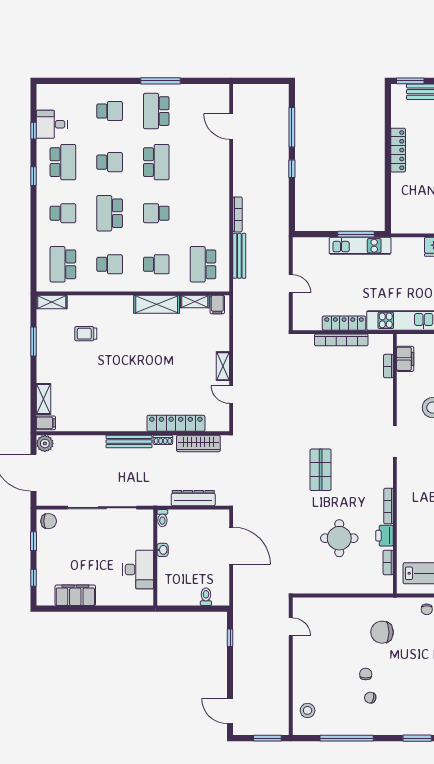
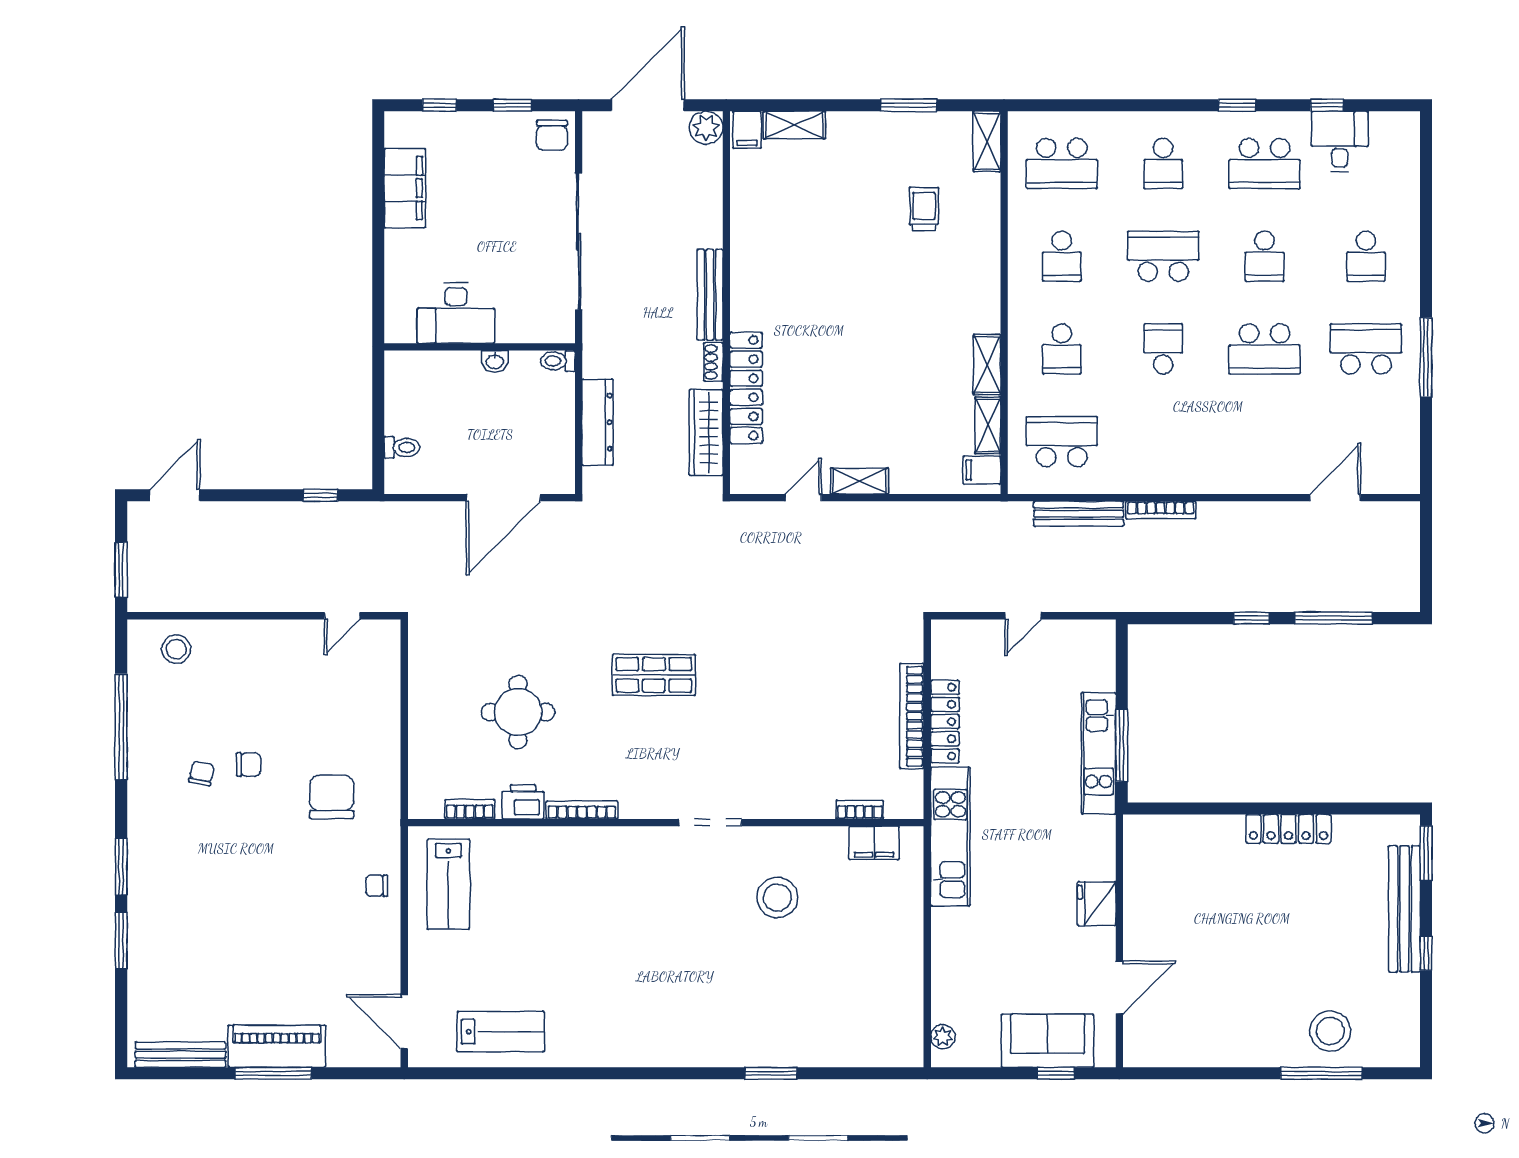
school desk: (63, 264) -> (1062, 163), turned 180
shelving: (157, 304) -> (987, 365), width x0.67, depth x0.75

